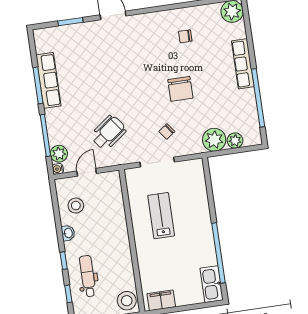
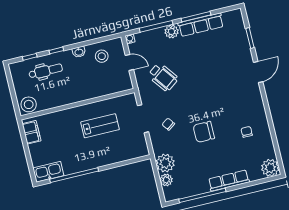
plant: (59, 154) -> (172, 32), moved

